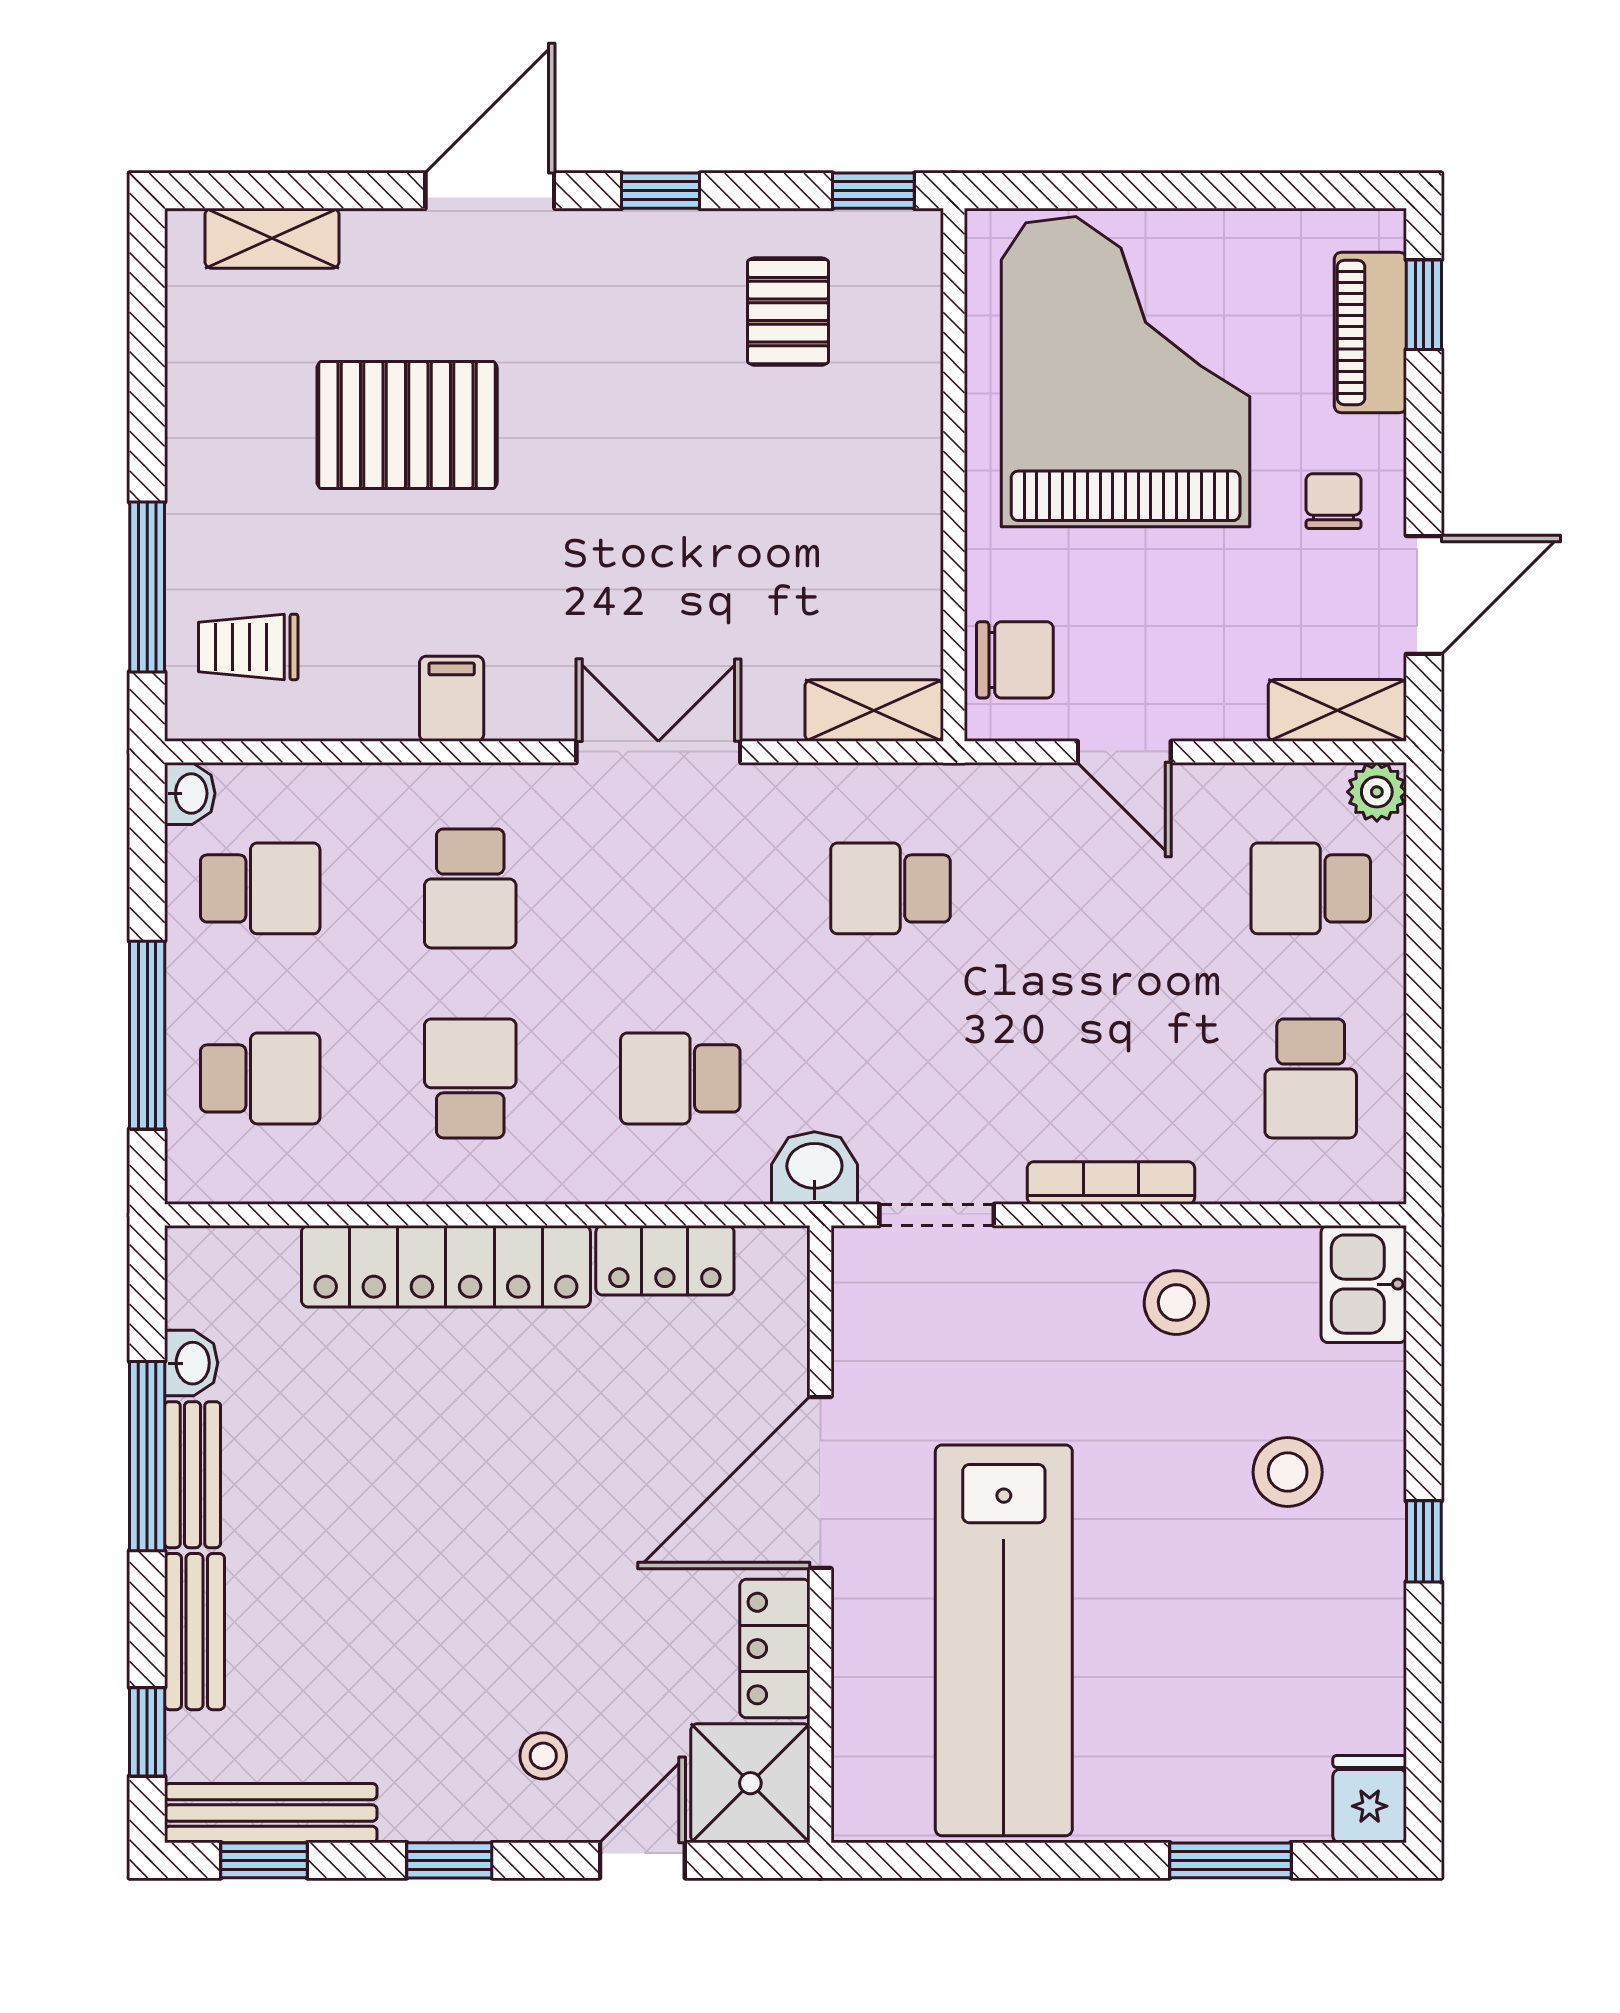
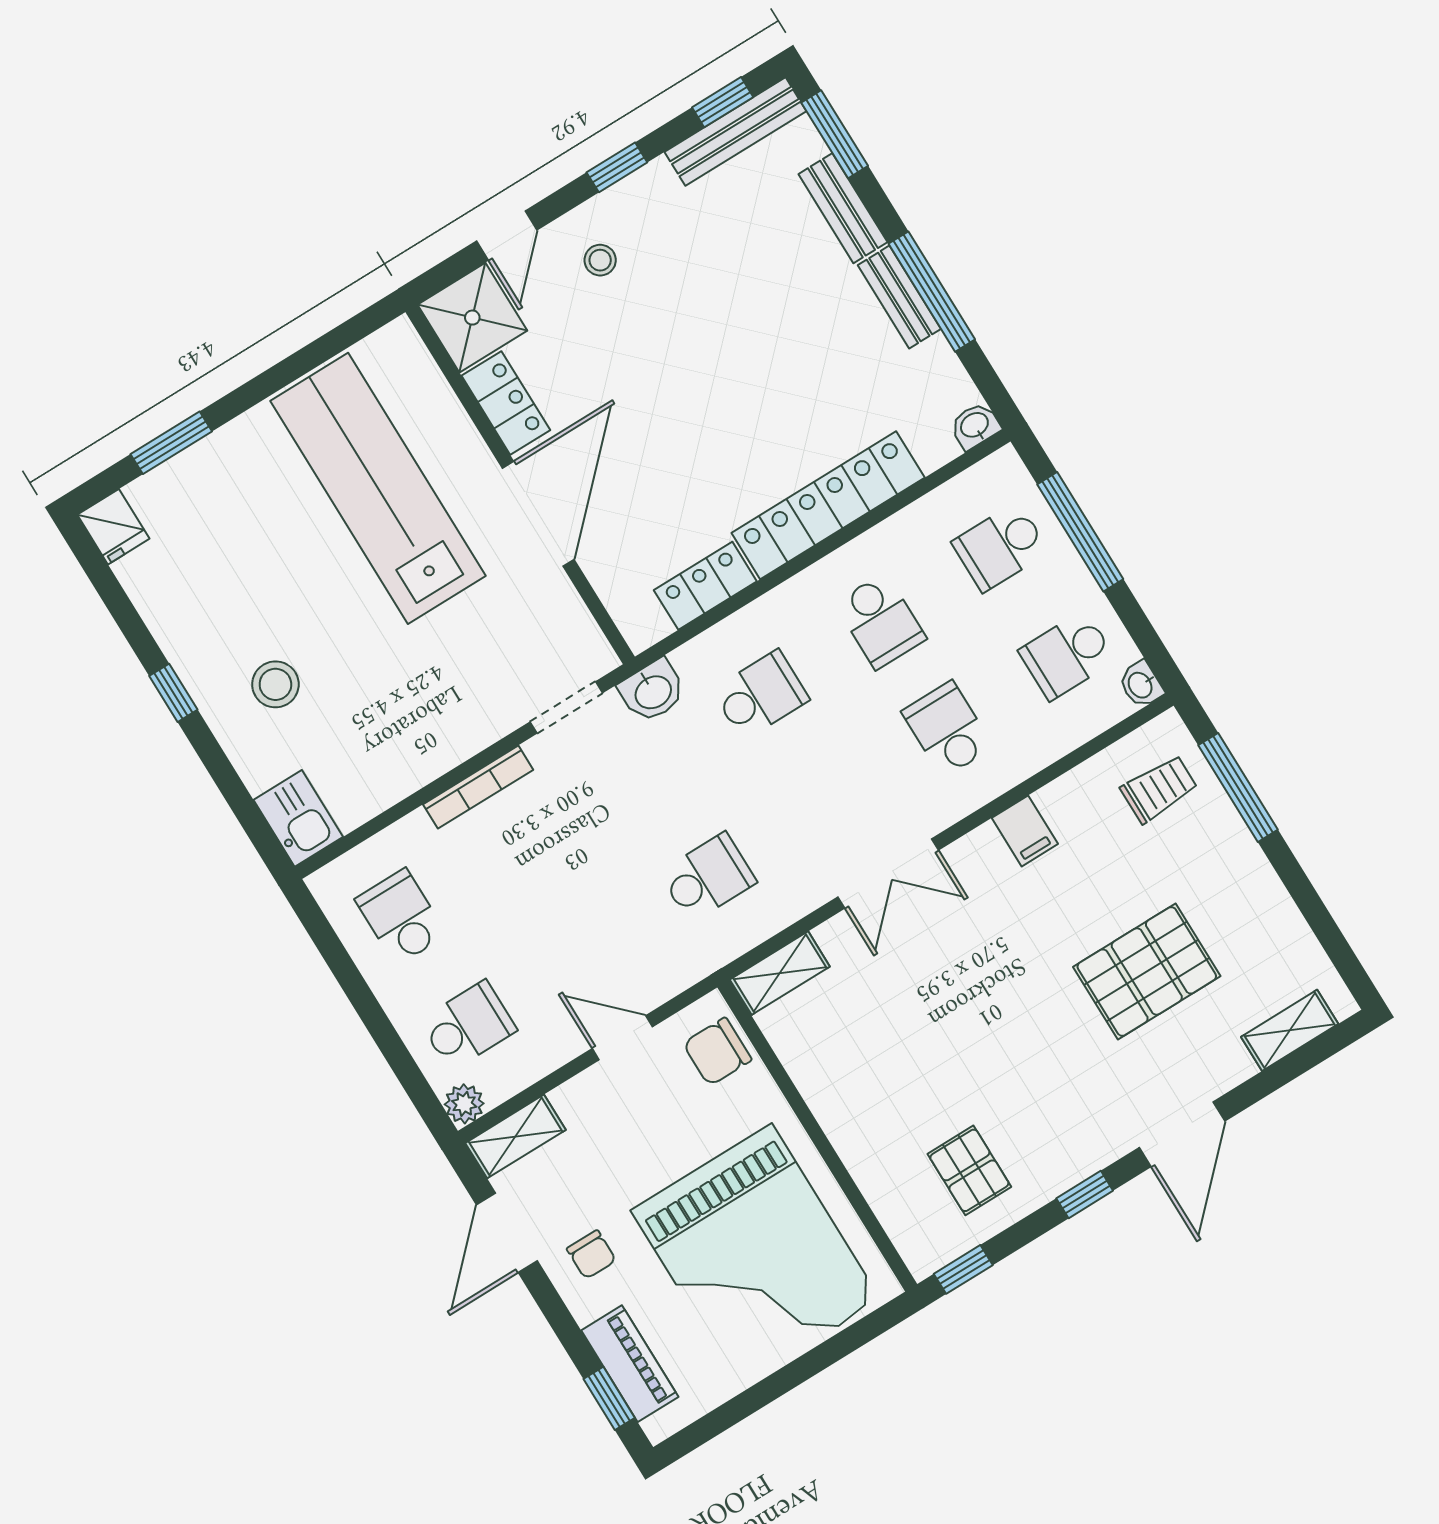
stool: (1176, 1303) -> (399, 742), removed
washbasin: (191, 1363) -> (975, 426), moved, turned 90
window: (147, 1732) -> (835, 134), width x1.50

